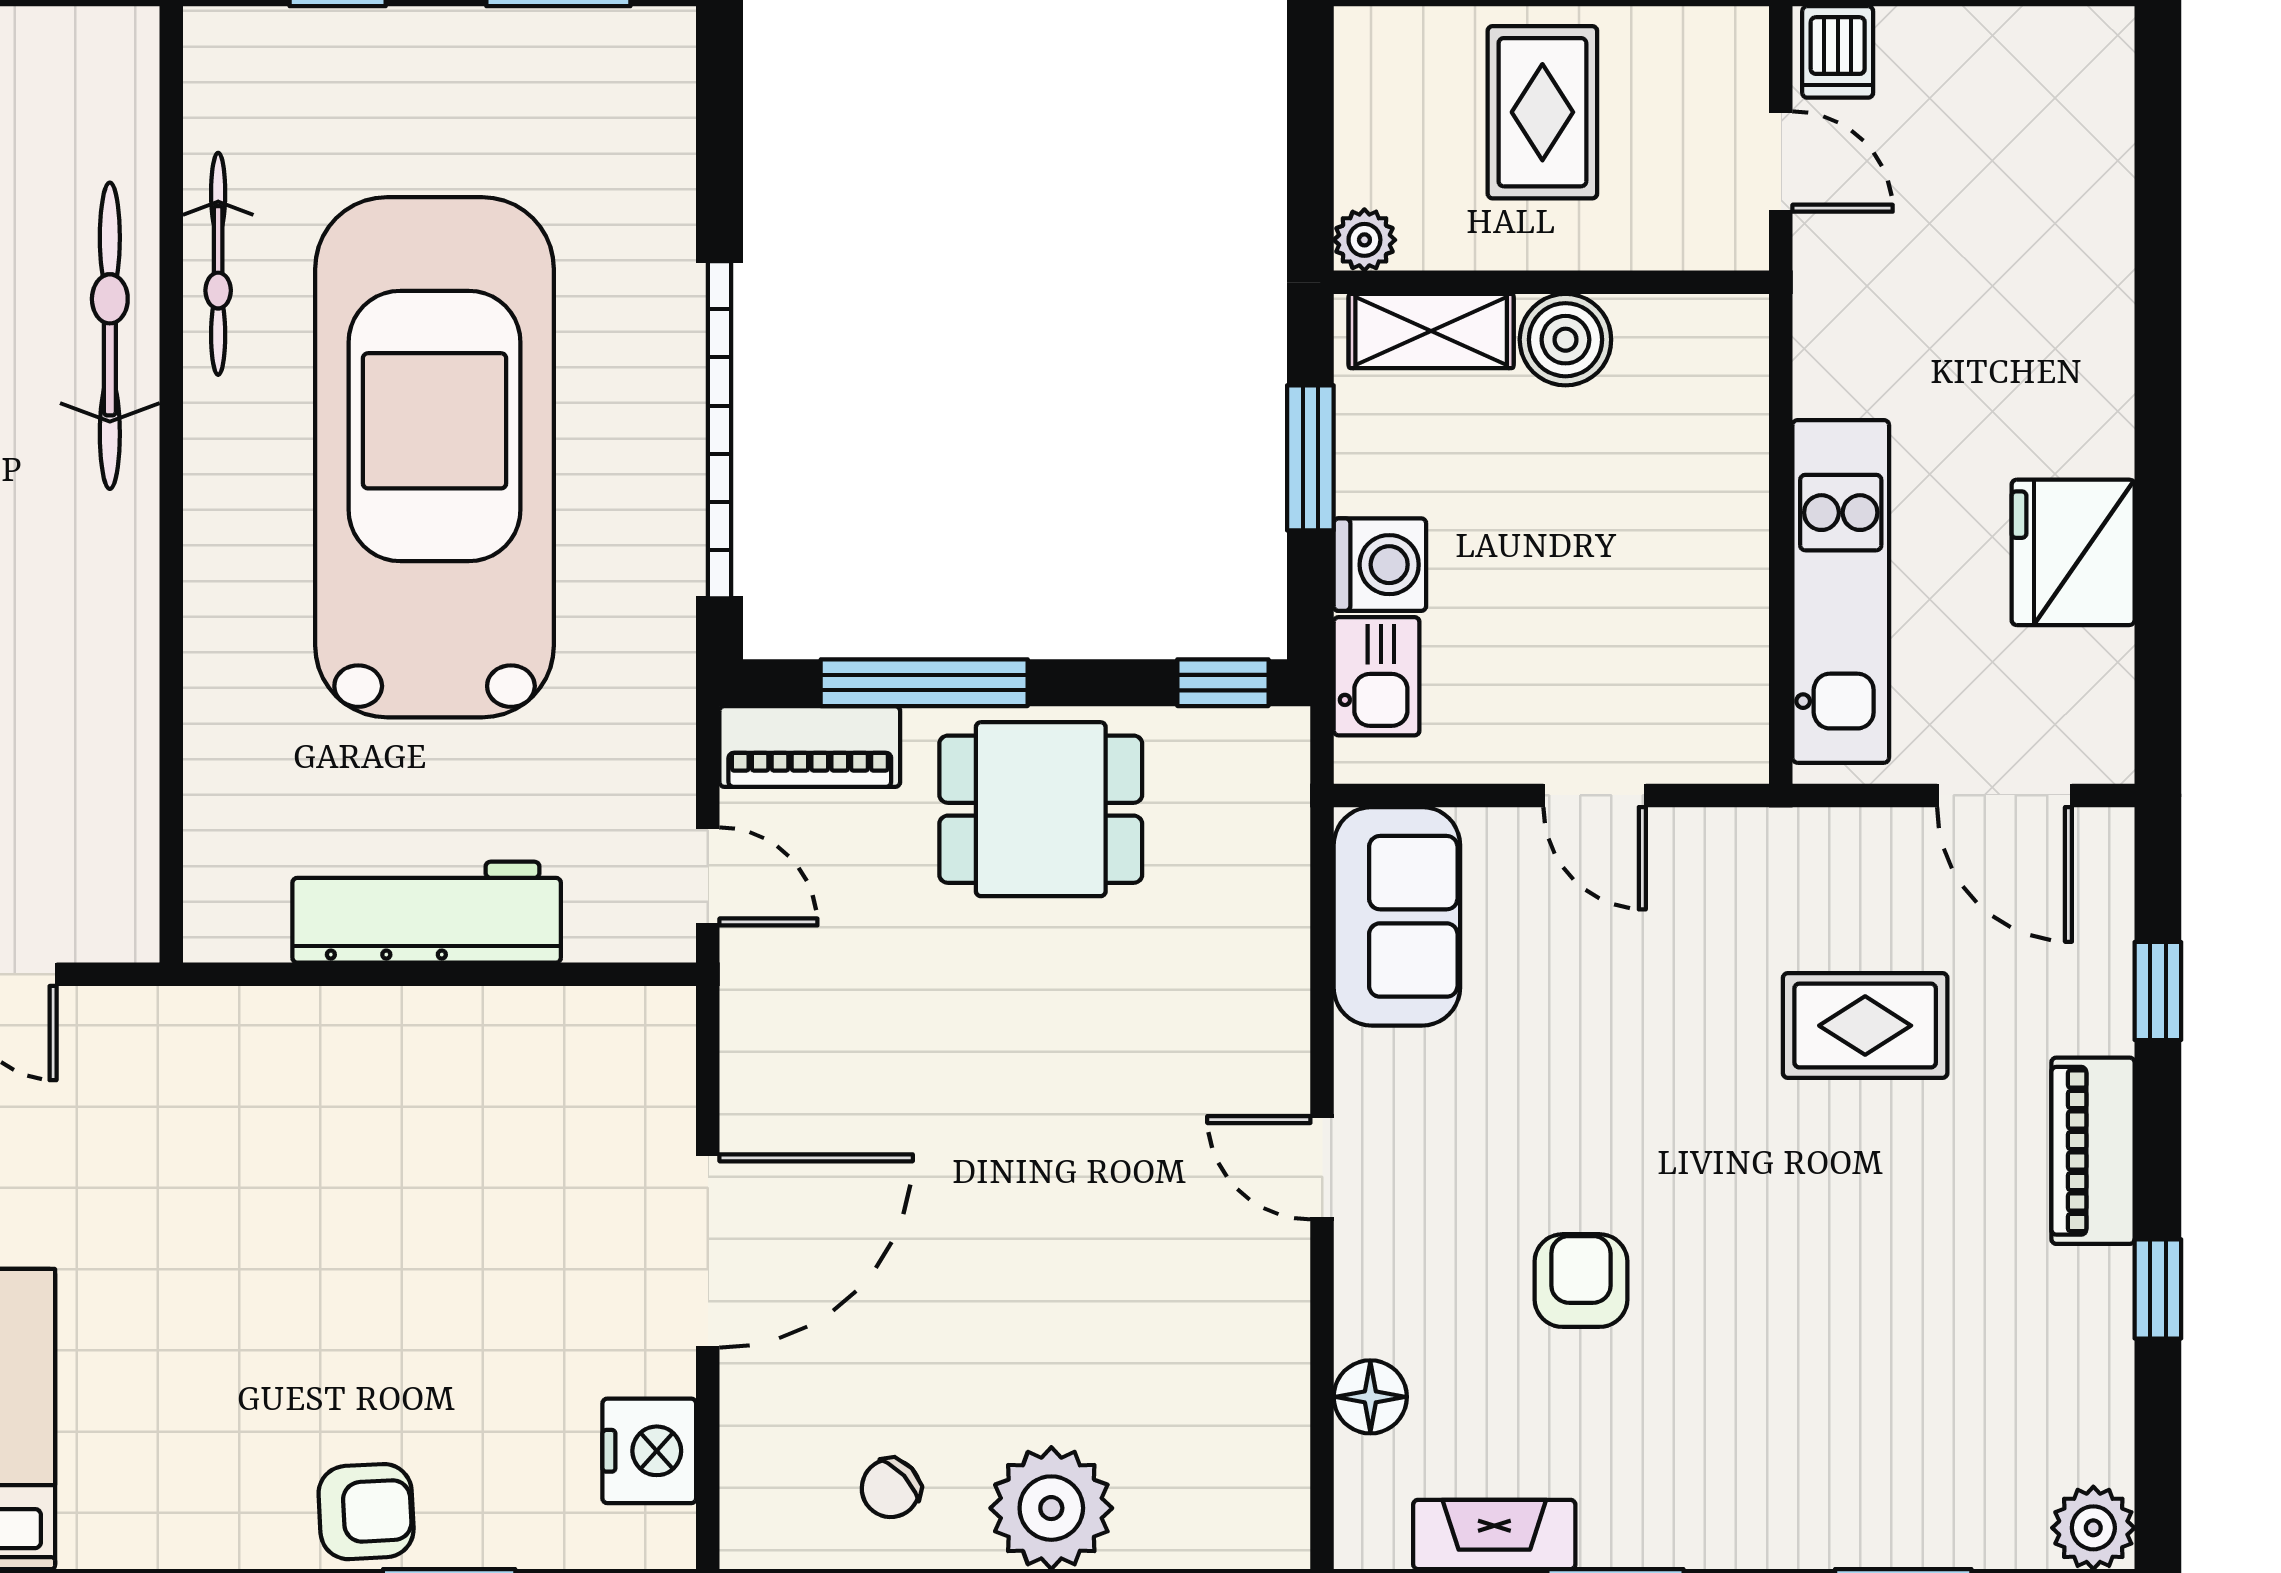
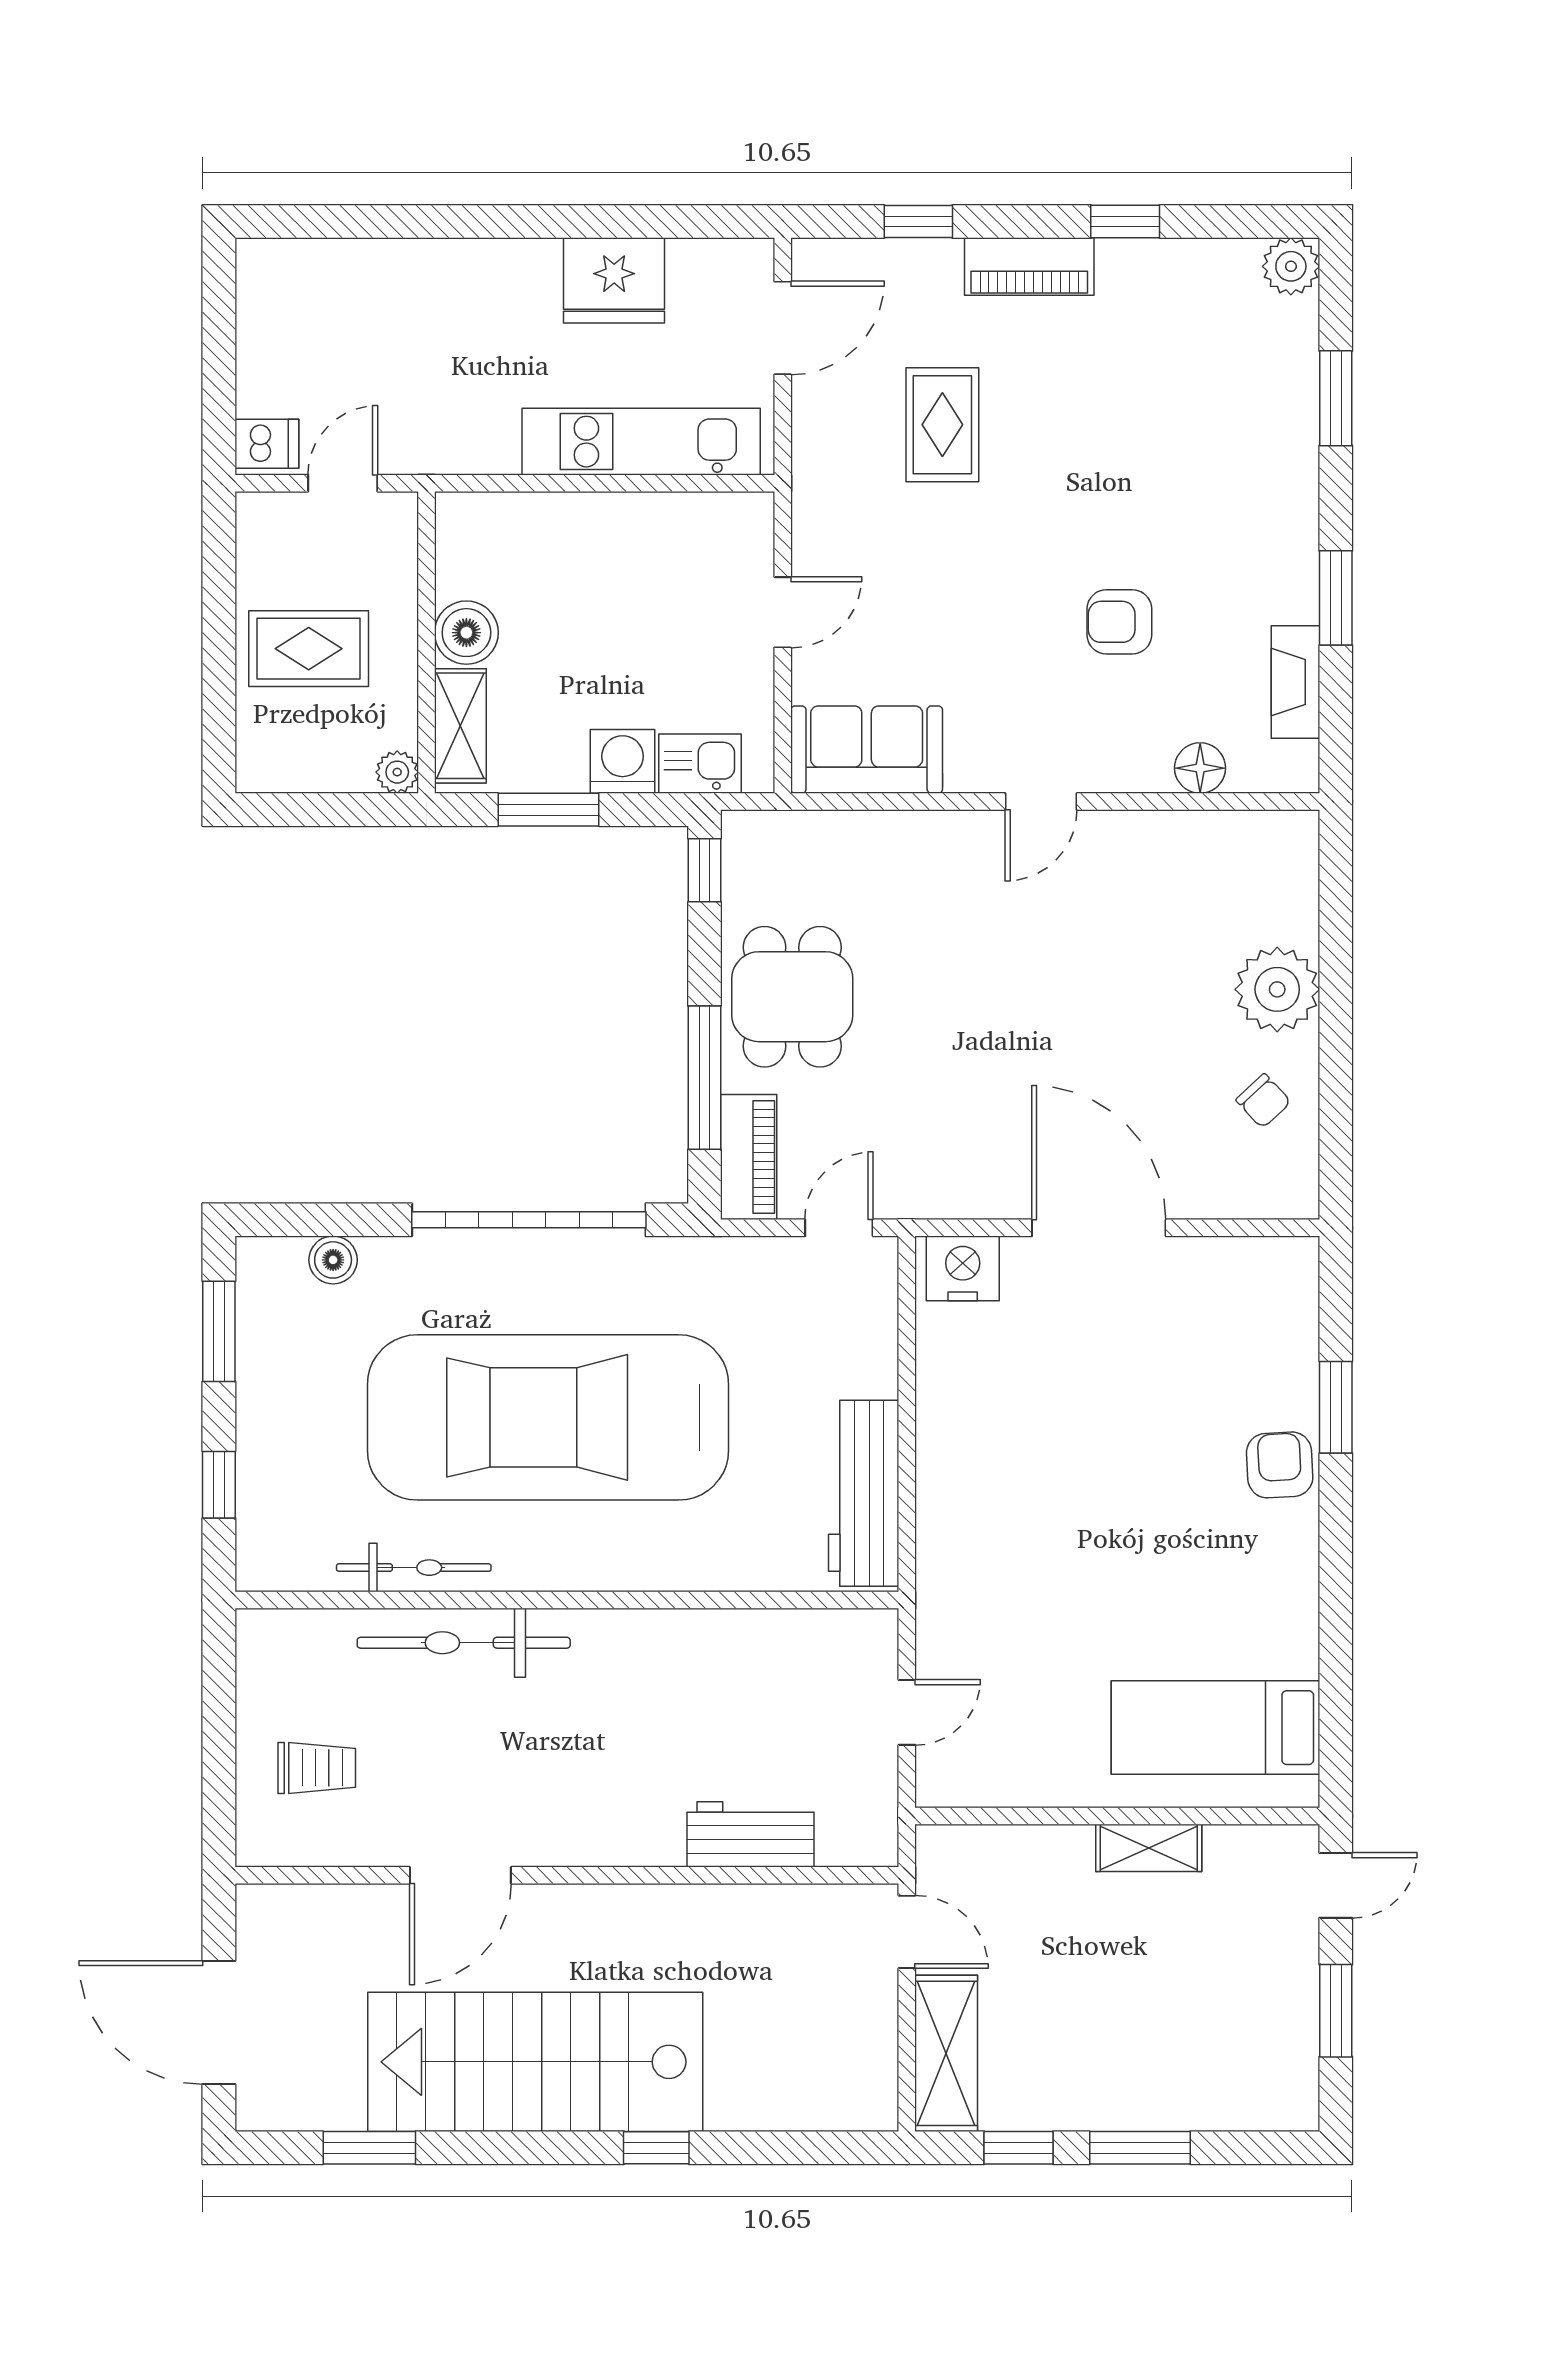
boiler: (661, 147) -> (333, 1260), added
workbench: (427, 912) -> (864, 1493), moved
nightstand: (649, 1451) -> (963, 1268), moved

